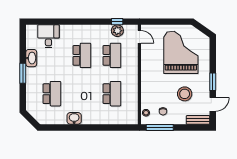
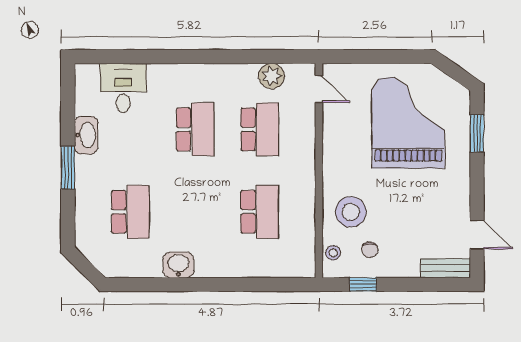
window: (117, 22) -> (271, 57), removed
window: (213, 82) -> (477, 133), moved
stool: (185, 94) -> (351, 212), moved
door: (213, 104) -> (477, 235), hinge flipped
window: (160, 127) -> (363, 284), width x0.46

